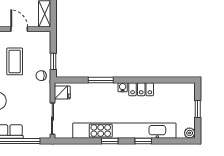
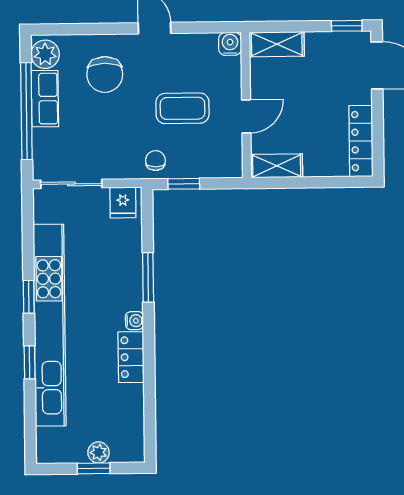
plant: (190, 133) -> (98, 452), moved

